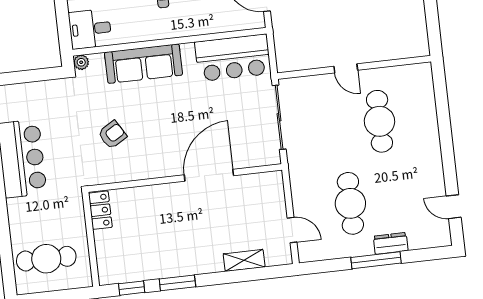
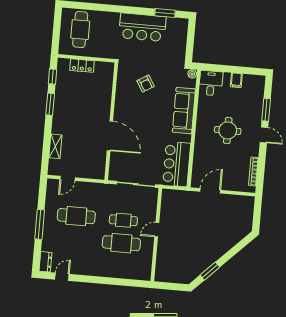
cafe table: (342, 126) -> (123, 220), added
locker: (100, 210) -> (82, 66), moved
dresser: (391, 243) -> (45, 262), moved

